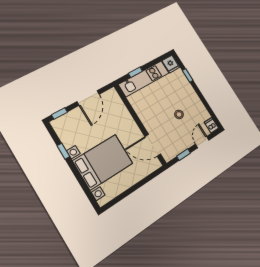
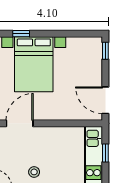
door: (88, 98) -> (105, 100), moved
window: (63, 151) -> (21, 34), moved

